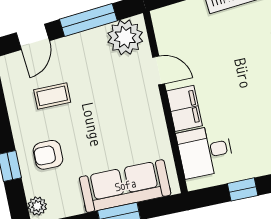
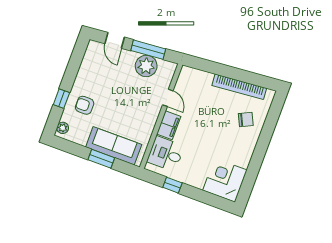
door: (33, 37) -> (115, 40), hinge flipped
plant: (125, 37) -> (146, 66), moved
coffee table: (52, 96) -> (106, 77), removed

